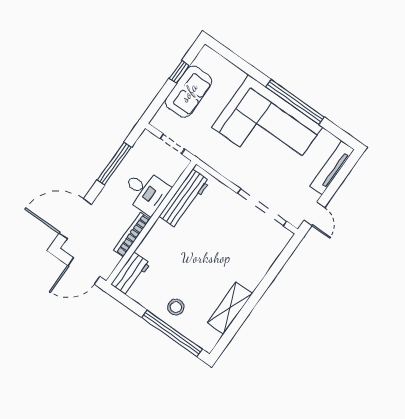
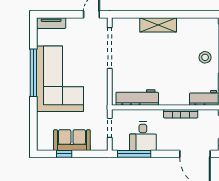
window: (114, 164) -> (134, 154), moved
tv unit: (332, 168) -> (51, 23), width x0.71
desk: (146, 191) -> (143, 136), moved, turned 180
shelving: (230, 308) -> (158, 25), moved

